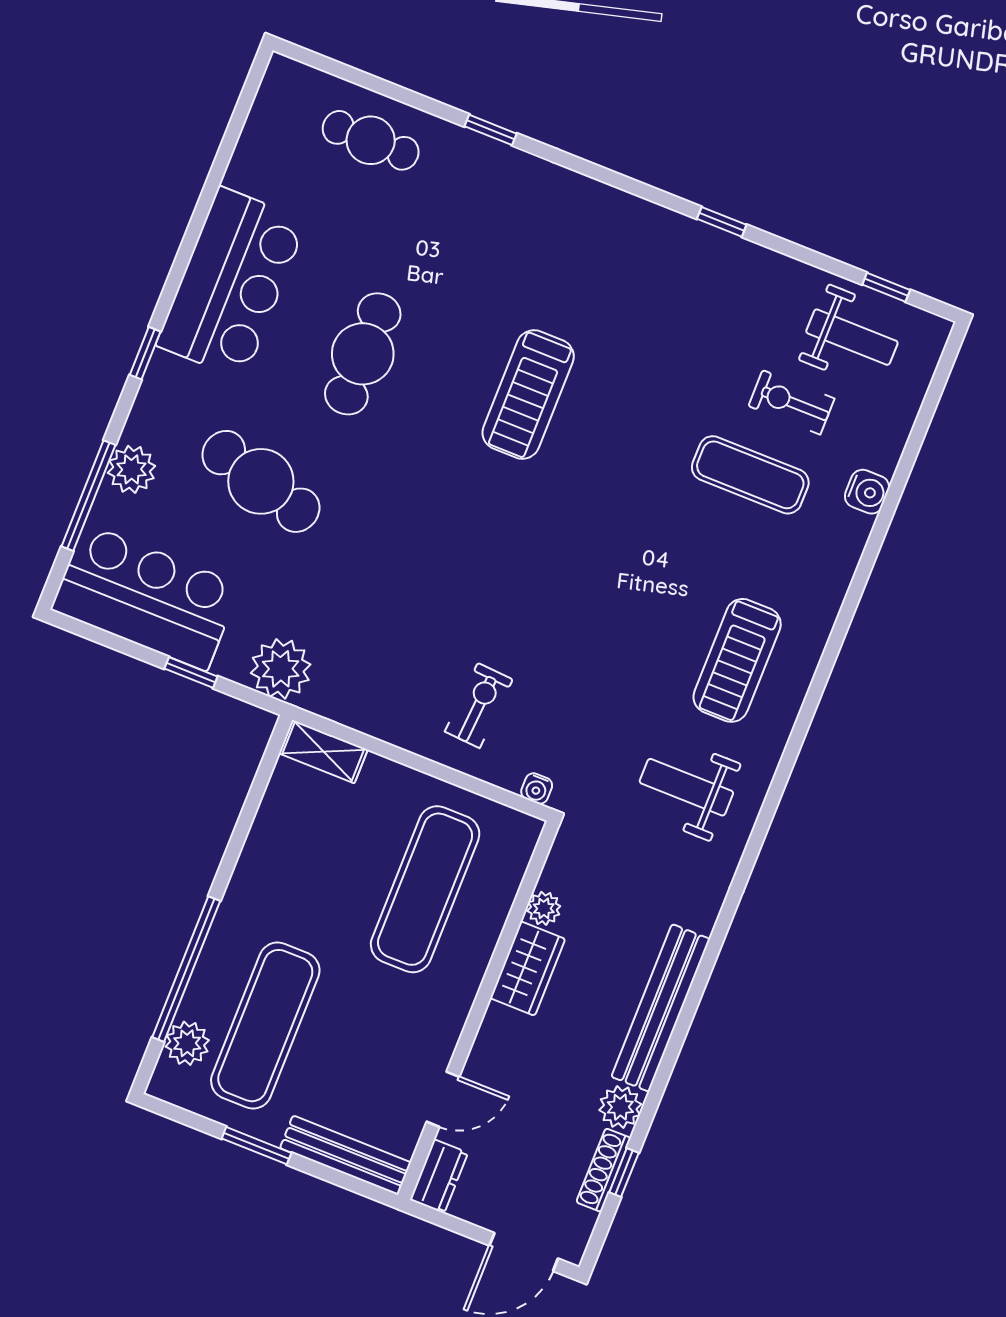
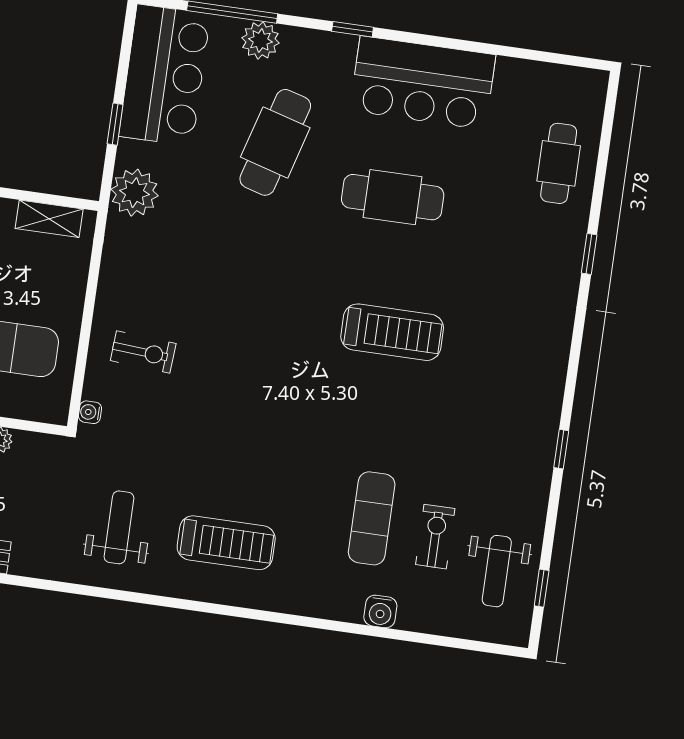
treadmill: (528, 395) -> (392, 332), turned 180
treadmill: (737, 660) -> (226, 543), turned 180
shelving: (323, 751) -> (49, 219), moved, turned 90

